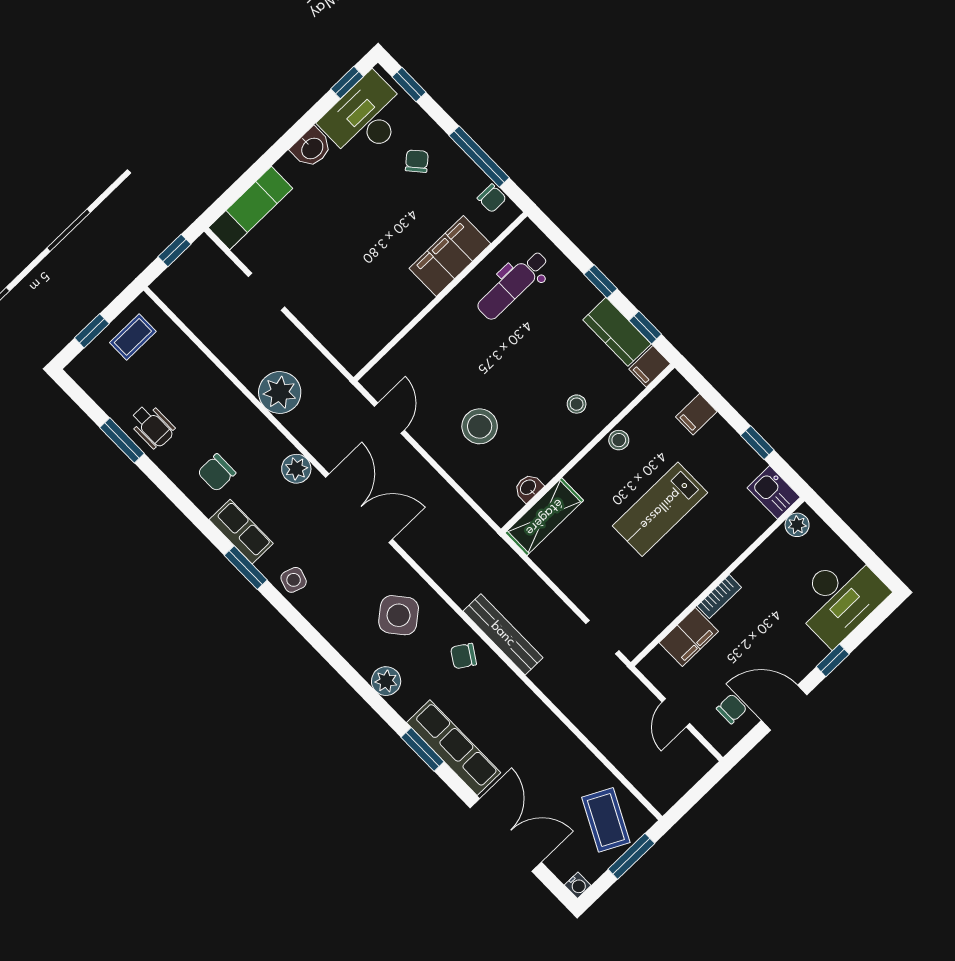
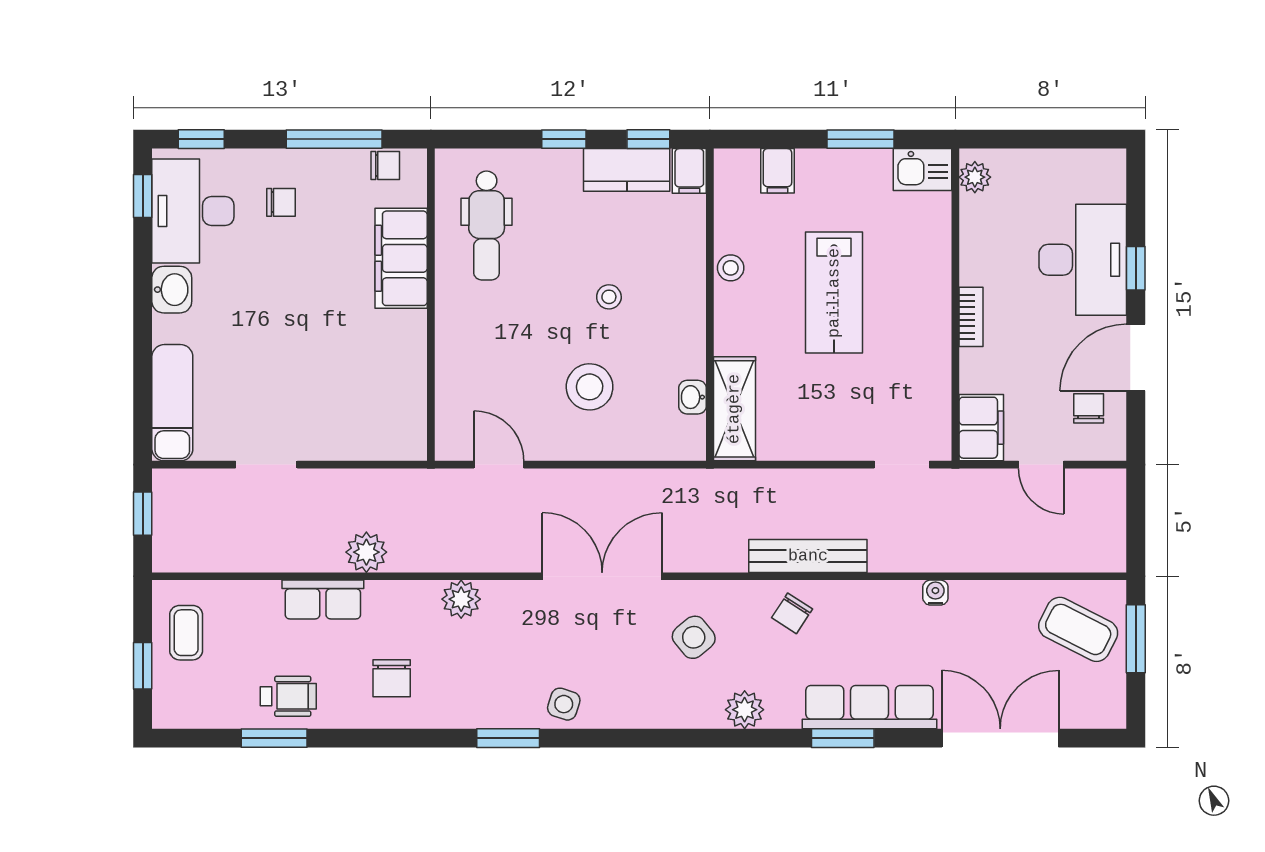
chair: (417, 161) -> (281, 202), turned 131
plant: (280, 392) -> (366, 552), width x0.73, depth x0.73
stool: (577, 404) -> (609, 297), moved
window: (757, 443) -> (861, 139), width x1.50
double door: (359, 508) -> (602, 576), moved
row of seats: (241, 532) -> (323, 600), moved, turned 180
desk: (839, 598) -> (1083, 260), moved
side table: (399, 615) -> (694, 637), width x0.73, depth x0.73
filing cabinet: (689, 637) -> (981, 428), moved
water cooler: (578, 885) -> (935, 593), moved, turned -90

